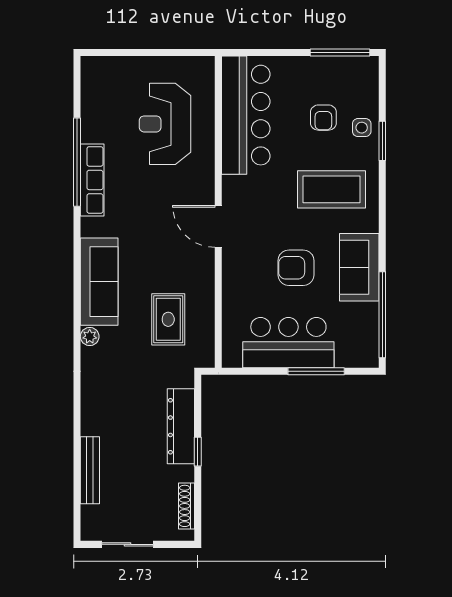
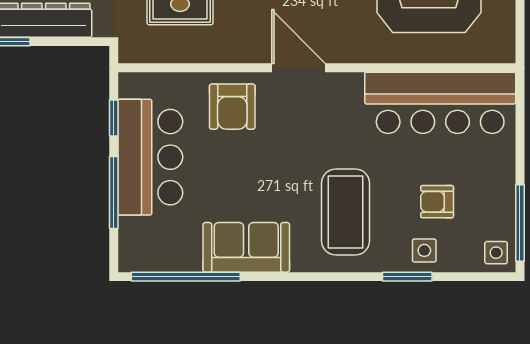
side table: (363, 71) -> (496, 253), added
door: (218, 226) -> (298, 68), hinge flipped
armchair: (296, 268) -> (232, 107), moved, turned 180
window: (258, 371) -> (114, 118), added

